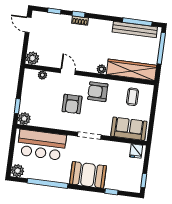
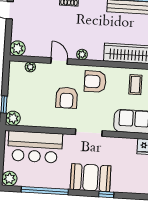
plant: (101, 69) -> (82, 54), moved
window: (111, 192) -> (106, 194), moved

